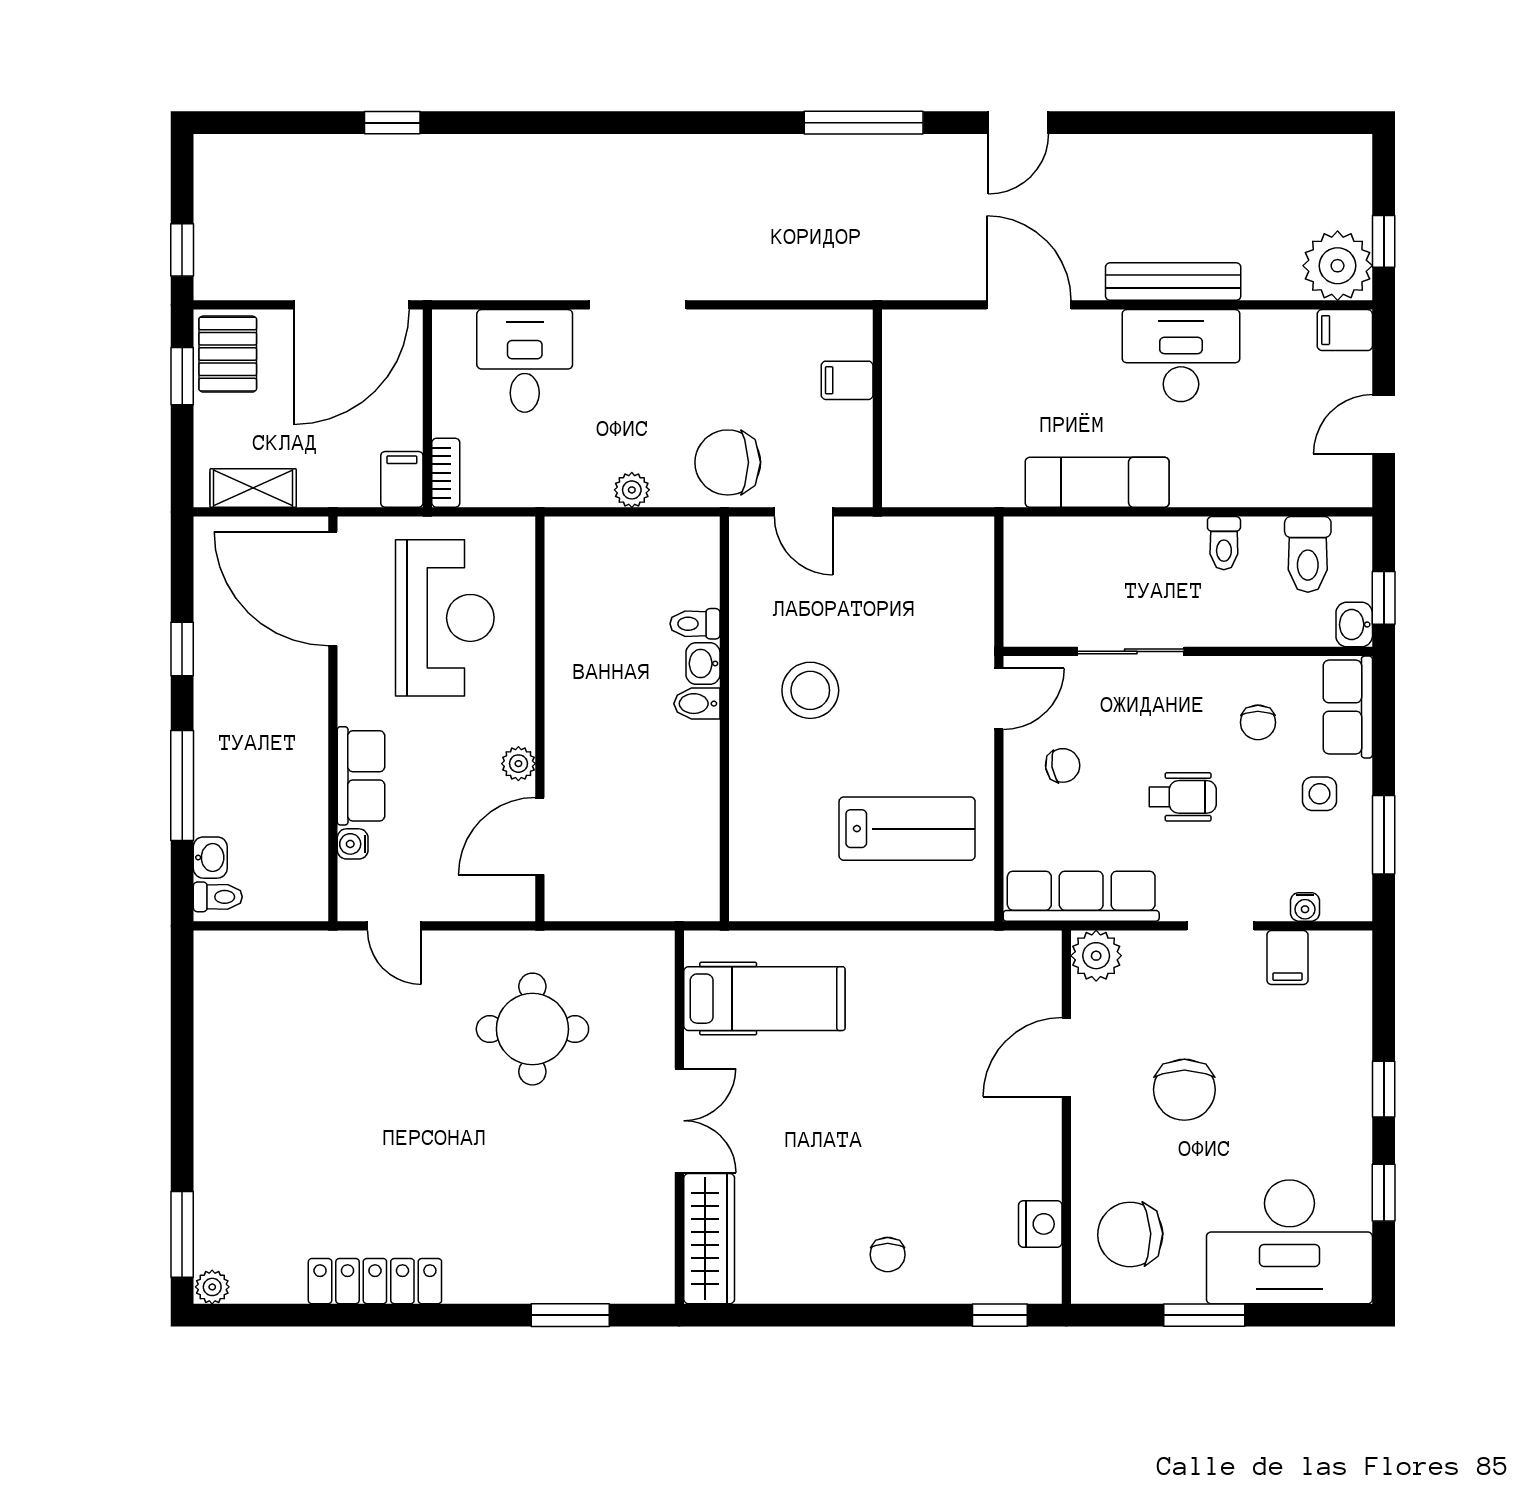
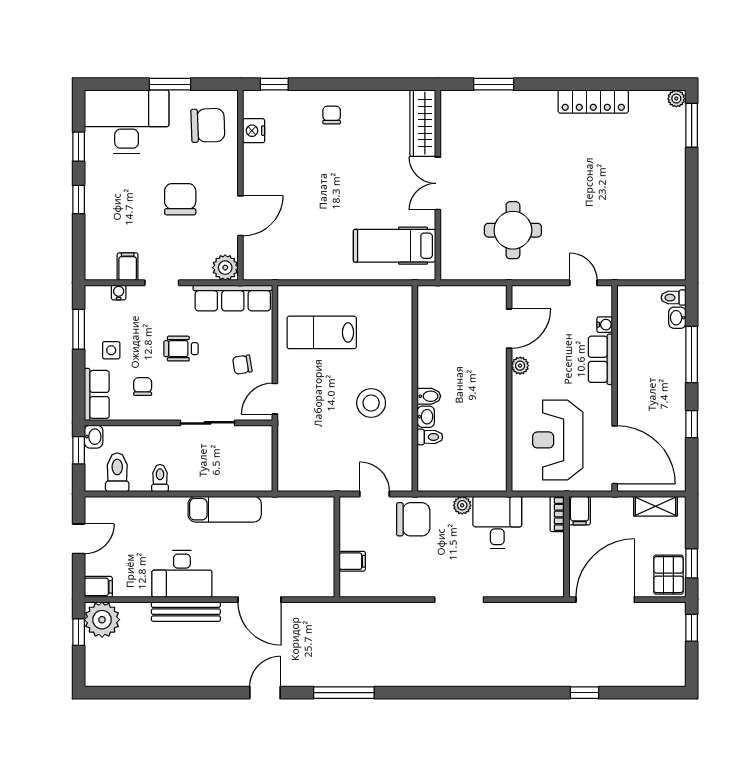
desk: (525, 361) -> (497, 523), moved, turned 180

